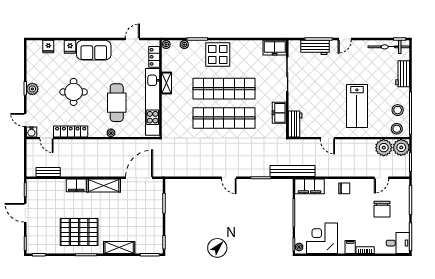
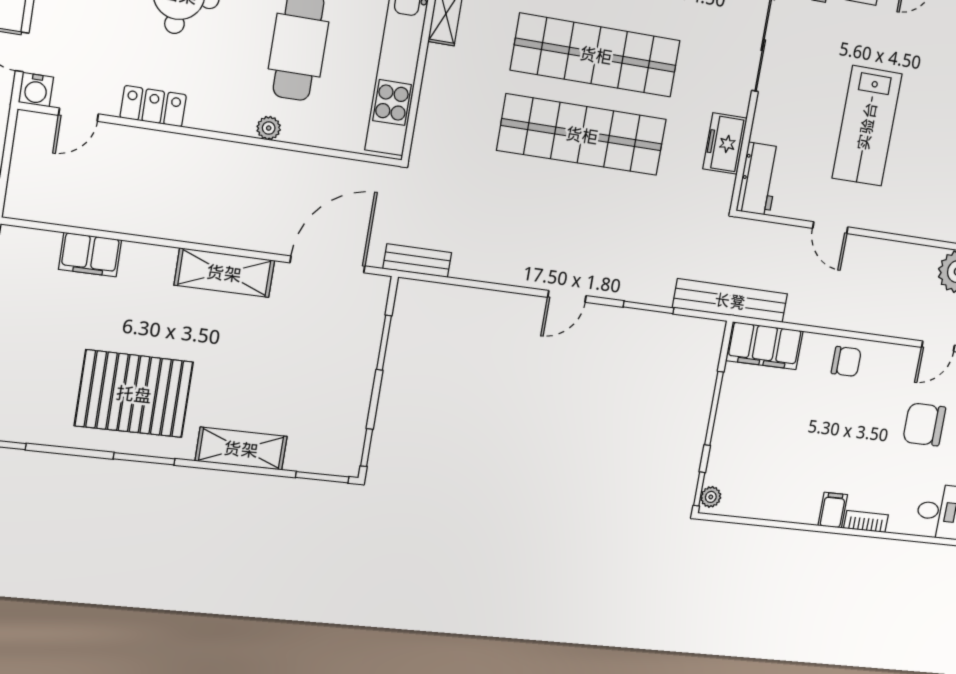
lab bench: (357, 106) -> (867, 126), moved
locker: (71, 131) -> (153, 106), width x0.66
door: (46, 138) -> (78, 115), hinge flipped
bench: (48, 172) -> (417, 261), moved
door: (229, 178) -> (567, 296), hinge flipped
filing cabinet: (76, 185) -> (90, 255), moved
chair: (382, 209) -> (924, 424), turned 90
corner desk: (322, 238) -> (770, 481), removed

